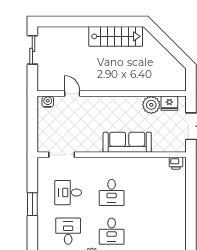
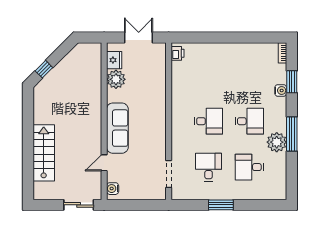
stairs: (116, 36) -> (44, 153), moved
window: (161, 37) -> (44, 69), added
sliding door: (32, 50) -> (79, 205), moved
sofa: (127, 142) -> (117, 128), moved, turned 180
desk: (68, 193) -> (209, 167), turned 180

